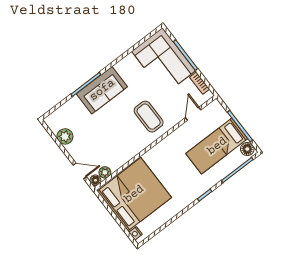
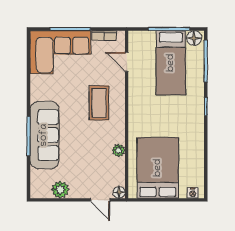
sofa: (102, 90) -> (44, 135), width x1.36
coffee table: (149, 117) -> (99, 103), turned 90
door: (80, 171) -> (100, 200), swing flipped
plant: (105, 172) -> (119, 150), moved
bed: (134, 194) -> (158, 168), width x0.73

